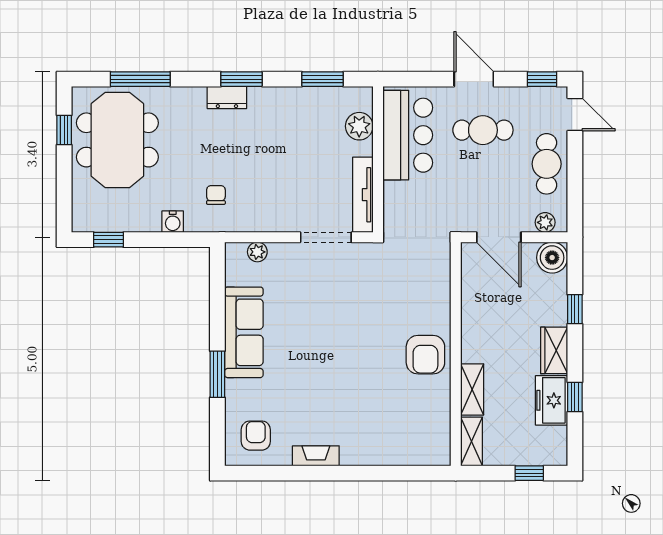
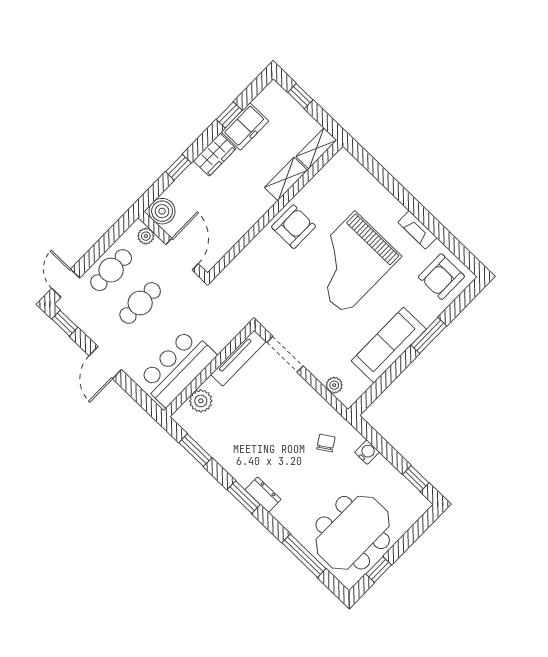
cafe table: (483, 130) -> (140, 303), moved, turned 90
chair: (216, 195) -> (326, 443), turned 147
grand piano: (347, 370) -> (350, 263), added
armchair: (256, 436) -> (441, 277), width x1.38, depth x1.38

